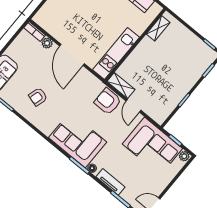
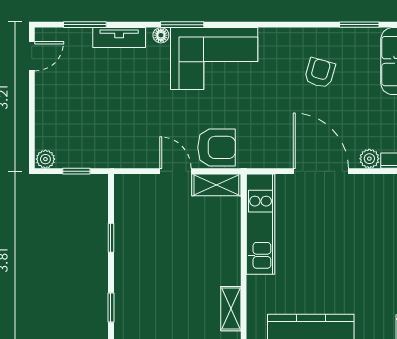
corner sofa: (152, 146) -> (102, 136), removed

